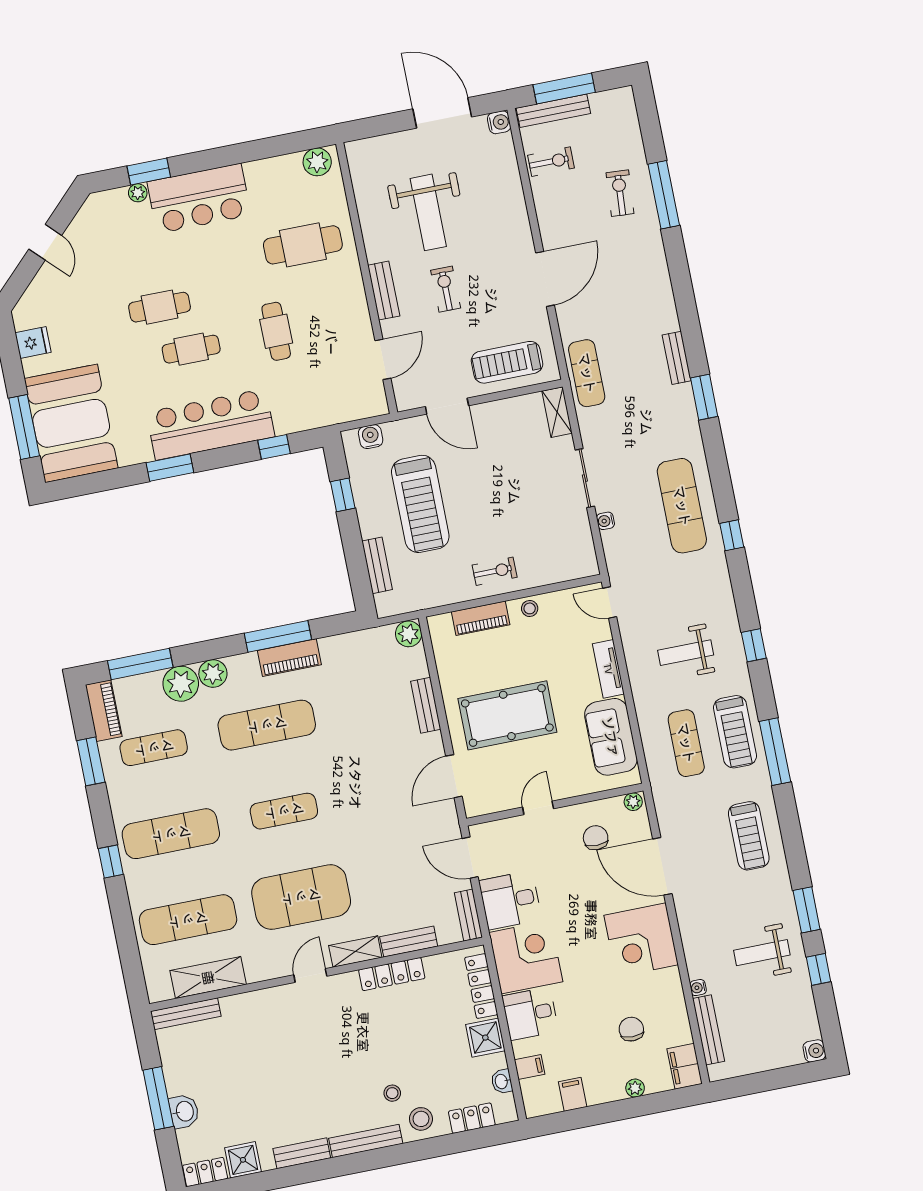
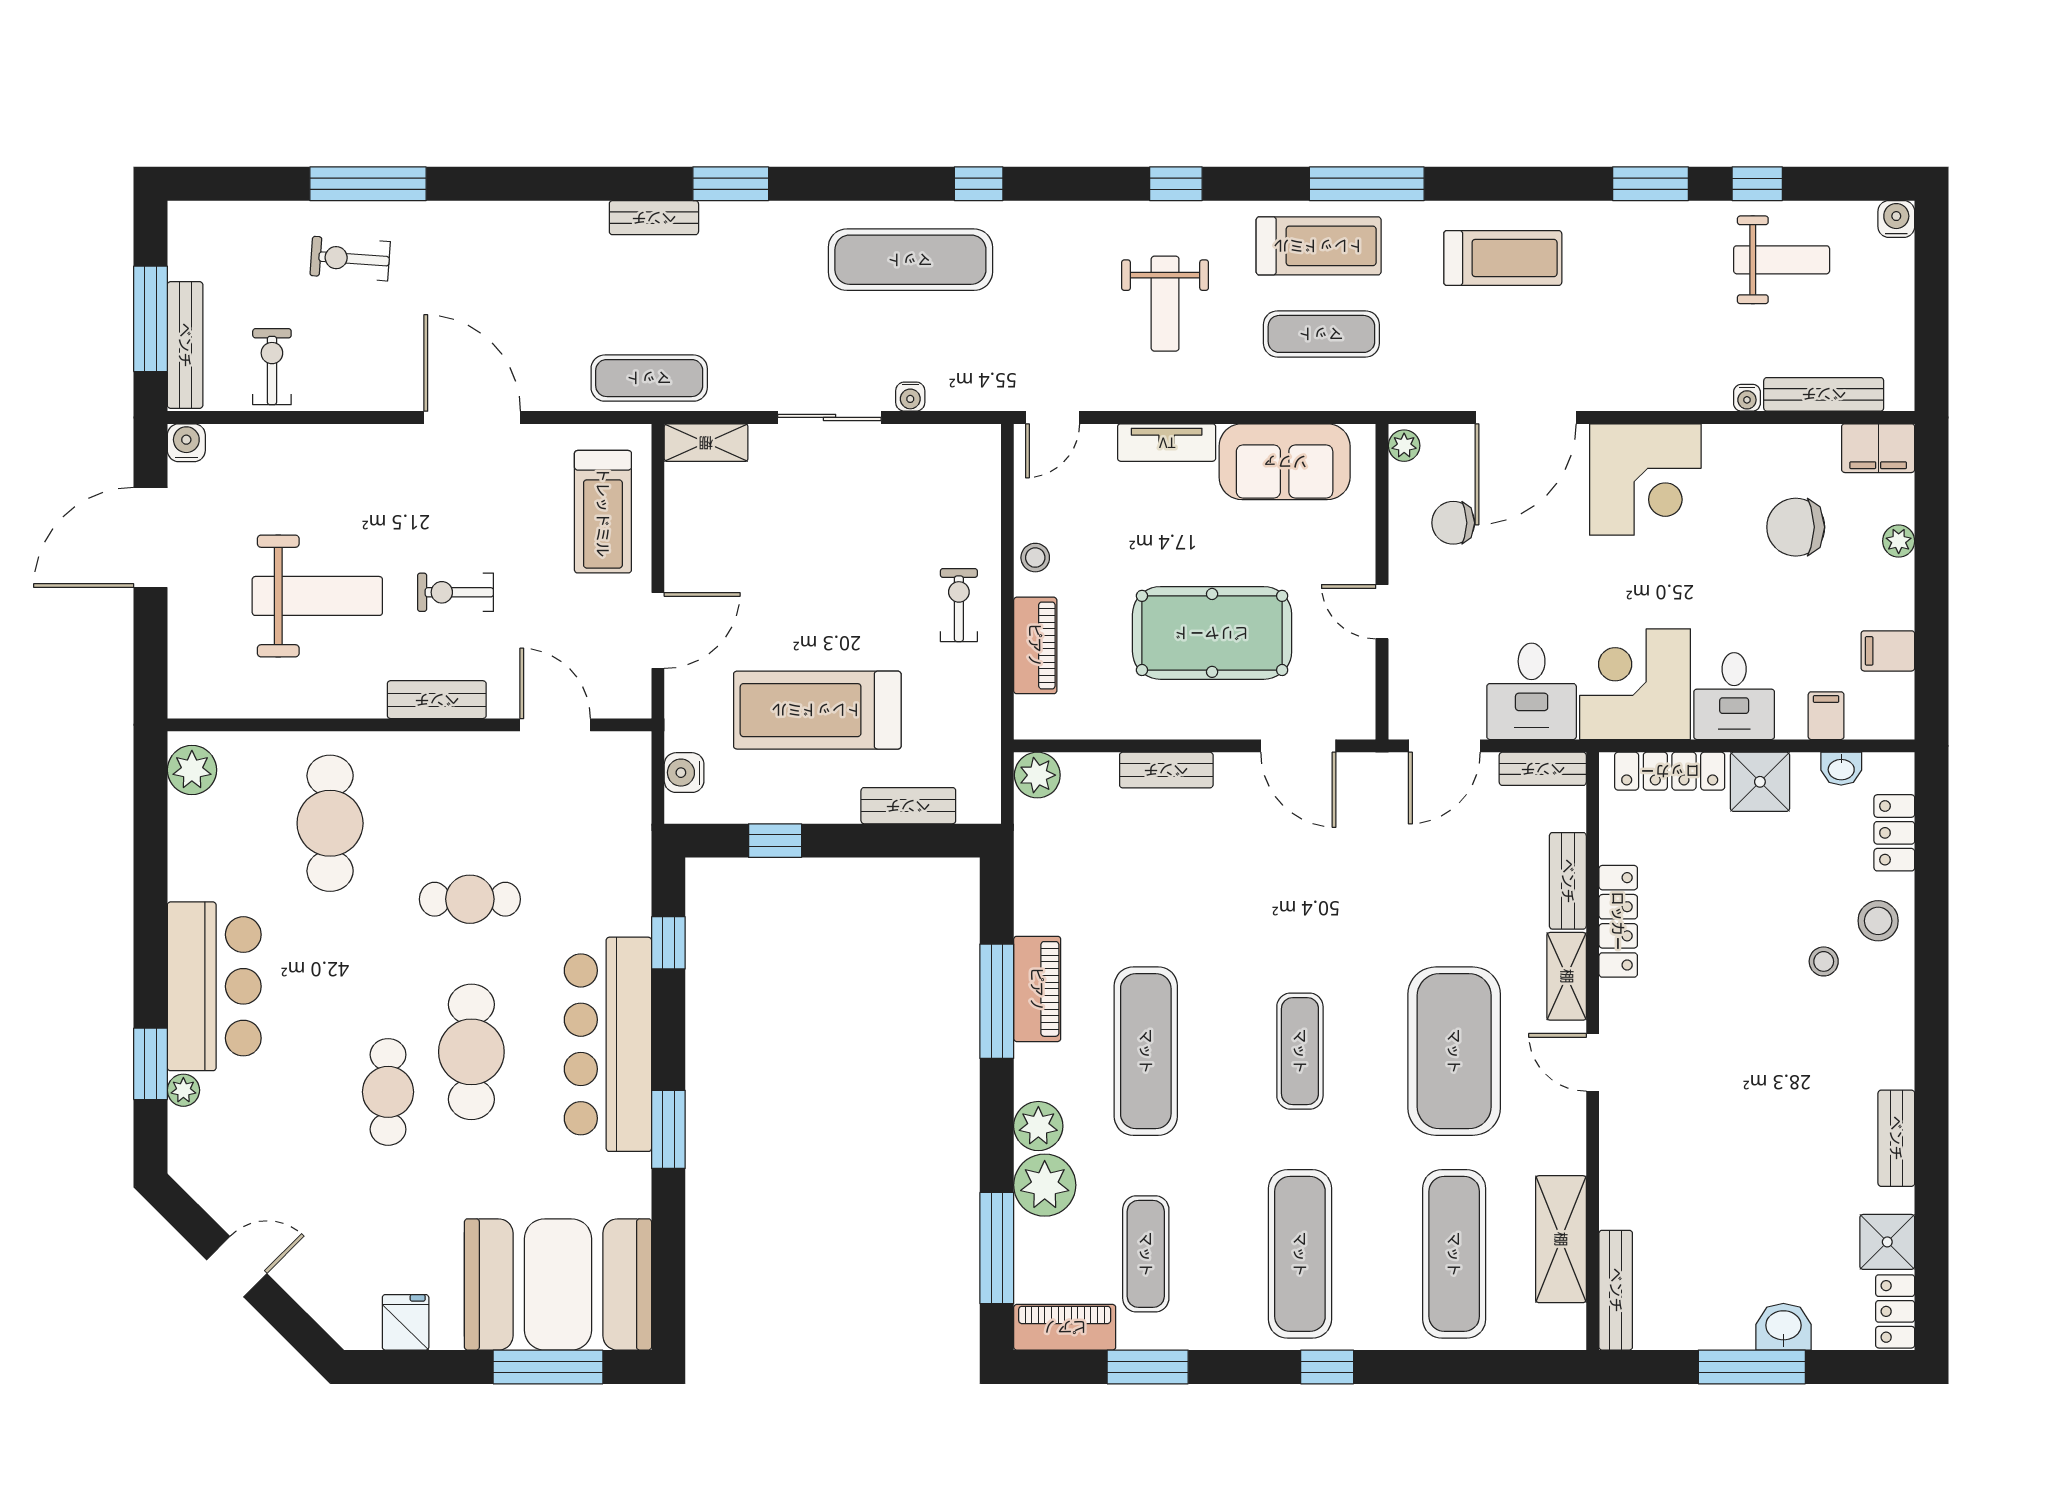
cafe table: (191, 349) -> (471, 1052), width x1.37, depth x1.35
treadmill: (420, 504) -> (817, 710), turned 180
pool table: (507, 715) -> (1212, 633), turned 90
weight bench: (762, 953) -> (1782, 260), moved, turned -90
chair: (631, 1029) -> (1796, 527), width x1.37, depth x1.37
bench: (366, 1141) -> (1897, 1024), removed

